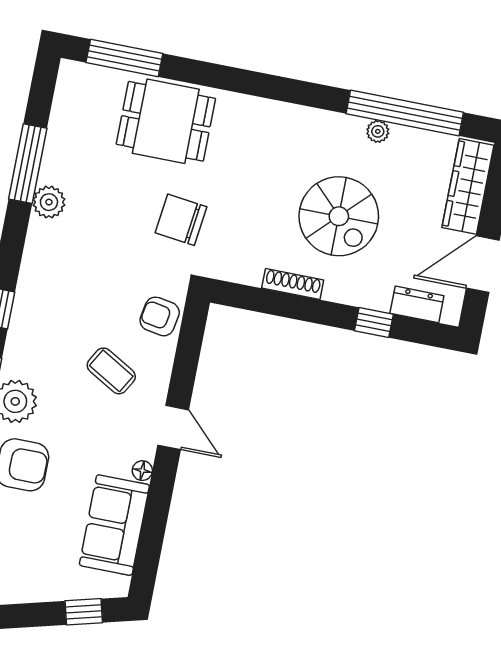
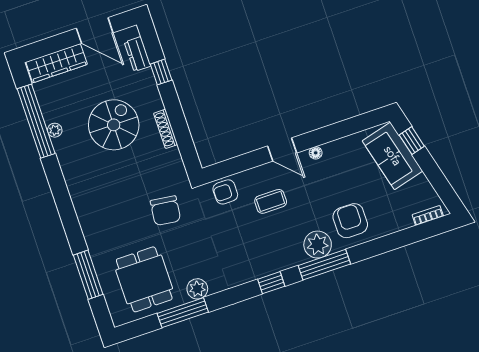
window: (124, 58) -> (88, 275), moved
dining table: (166, 121) -> (144, 279), moved
armchair: (160, 316) -> (225, 192), turned 80
coffee table: (111, 371) -> (271, 201), turned 60
door: (173, 427) -> (282, 149), swing flipped
sofa: (114, 525) -> (392, 156), moved, turned 75

